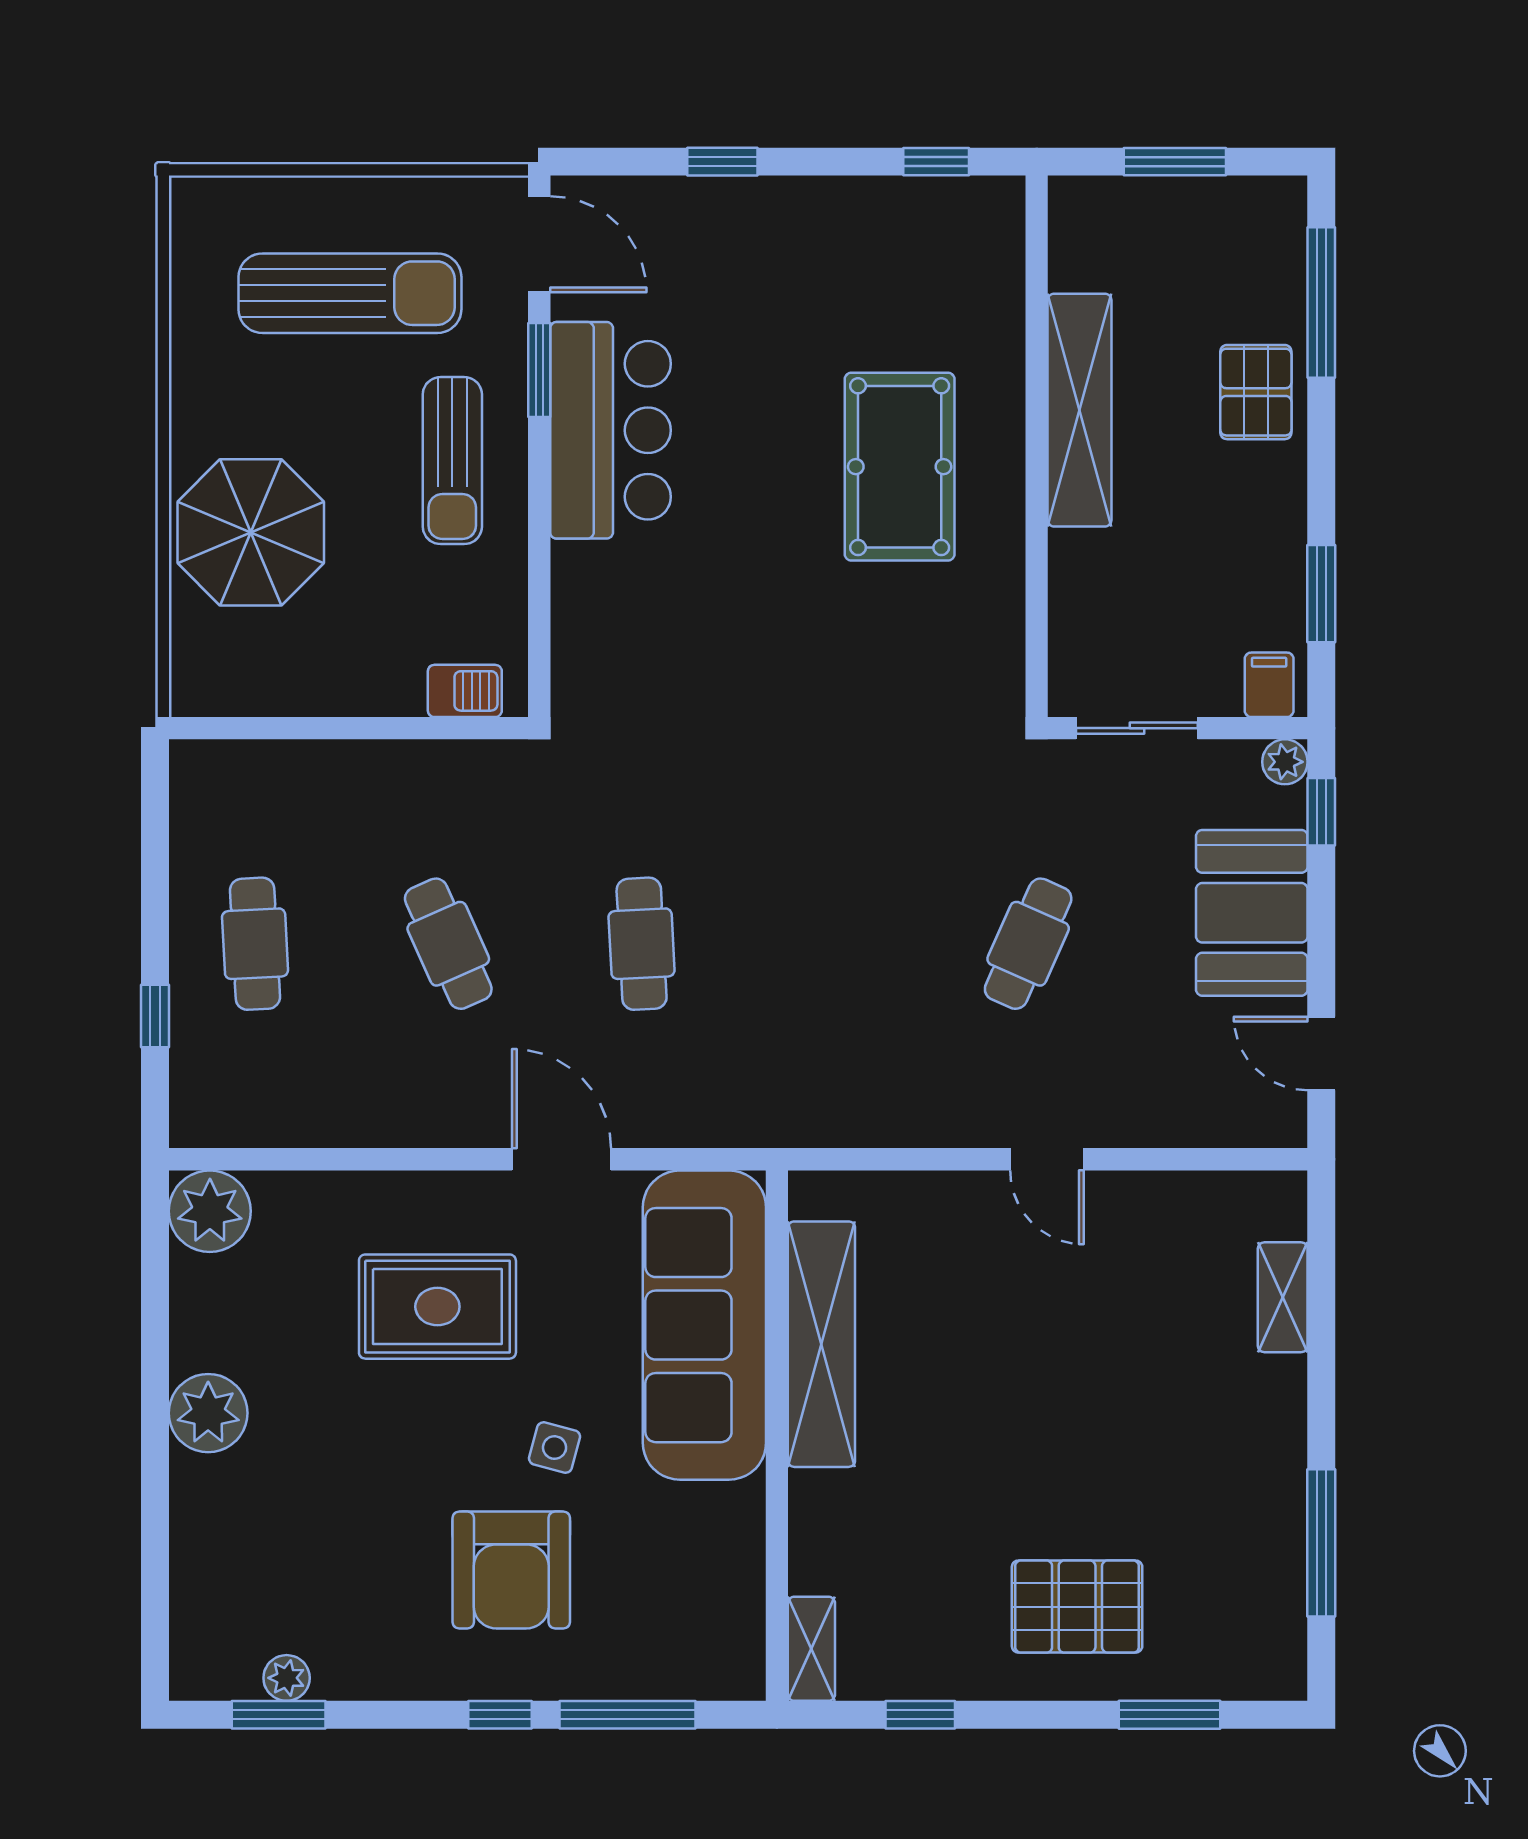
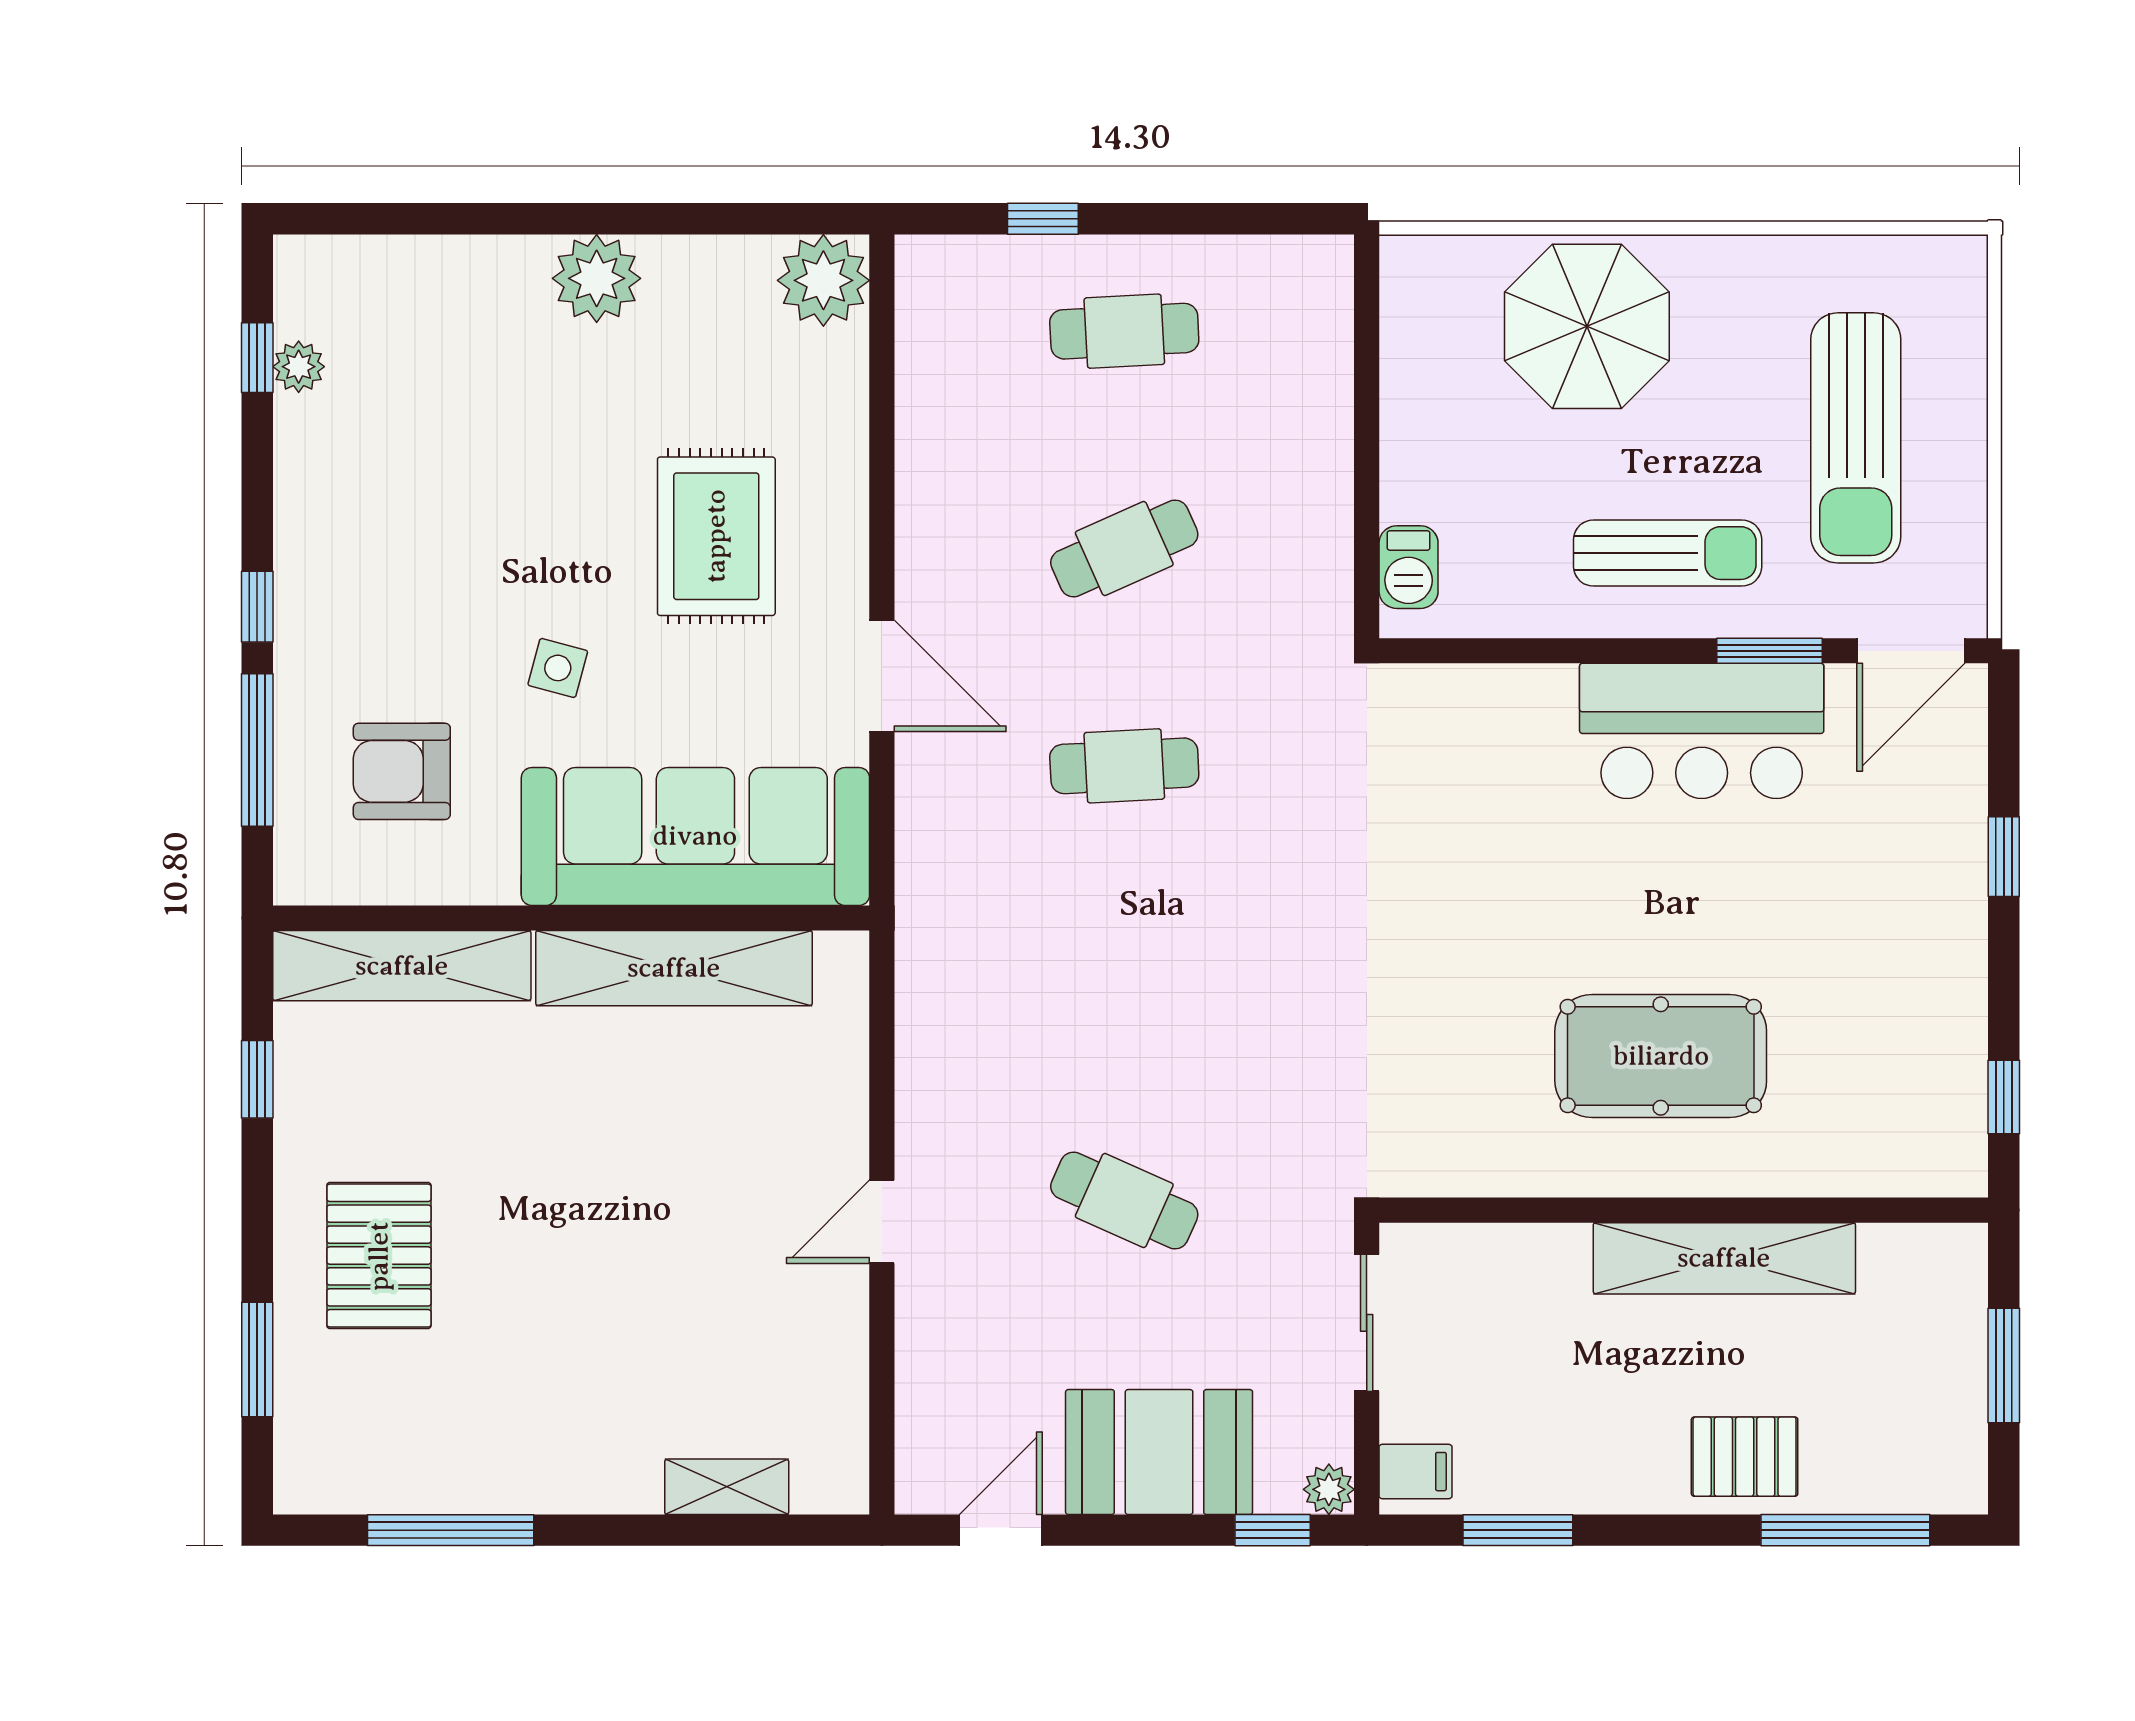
sun lounger: (452, 461) -> (1668, 553), turned 180
door: (561, 1159) -> (882, 676), hinge flipped
armchair: (511, 1570) -> (402, 771), moved, width x0.73, depth x0.73
shelving: (811, 1649) -> (402, 966), width x2.20, depth x1.33
window: (279, 1715) -> (257, 358), width x0.67

